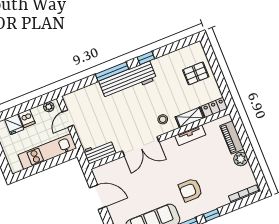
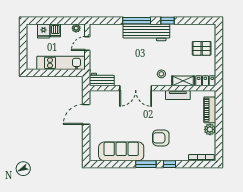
door: (98, 197) -> (86, 114), swing flipped

